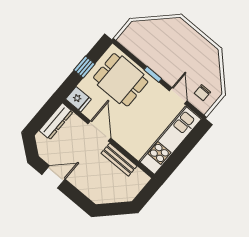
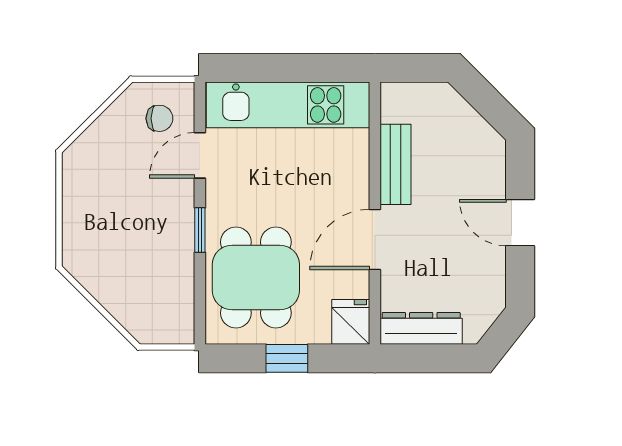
door: (54, 177) -> (520, 223), moved

